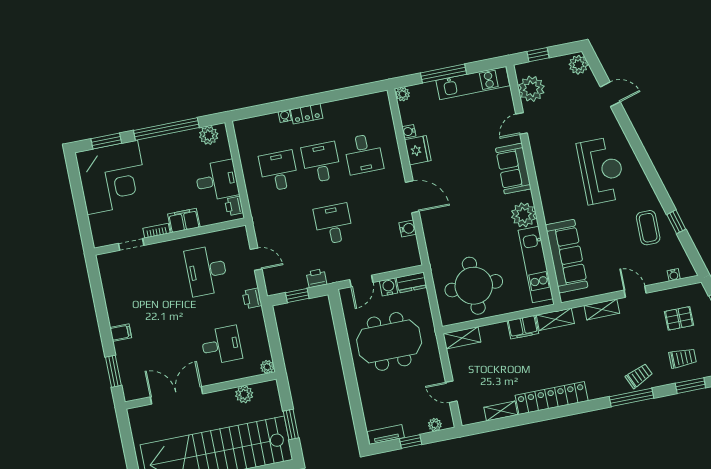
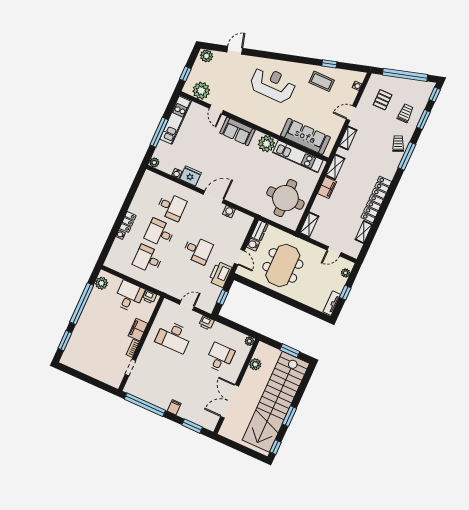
corner desk: (112, 177) -> (87, 352), removed
desk: (333, 224) -> (198, 250), turned 180
printer: (316, 278) -> (220, 274), width x1.87, depth x1.48
window: (98, 295) -> (145, 405), added

